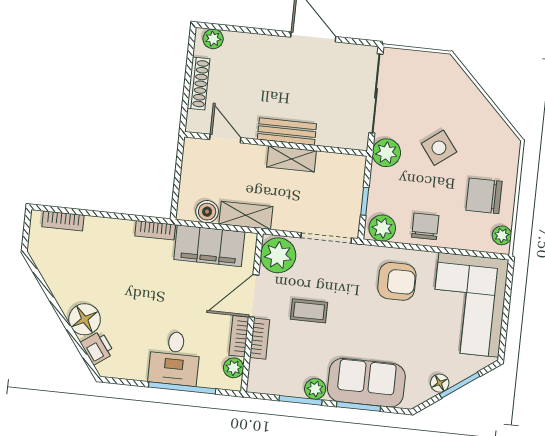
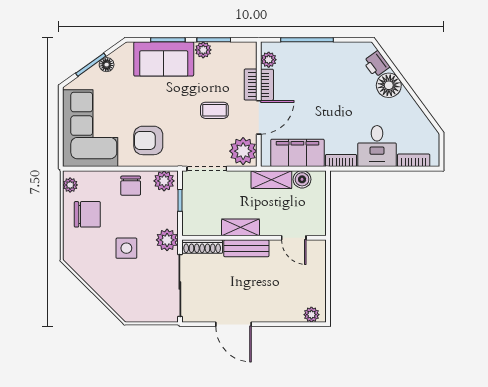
shoe rack: (199, 83) -> (202, 247), moved, turned -90
side table: (439, 148) -> (126, 248), turned 37
desk: (175, 358) -> (377, 146), moved, turned 180

